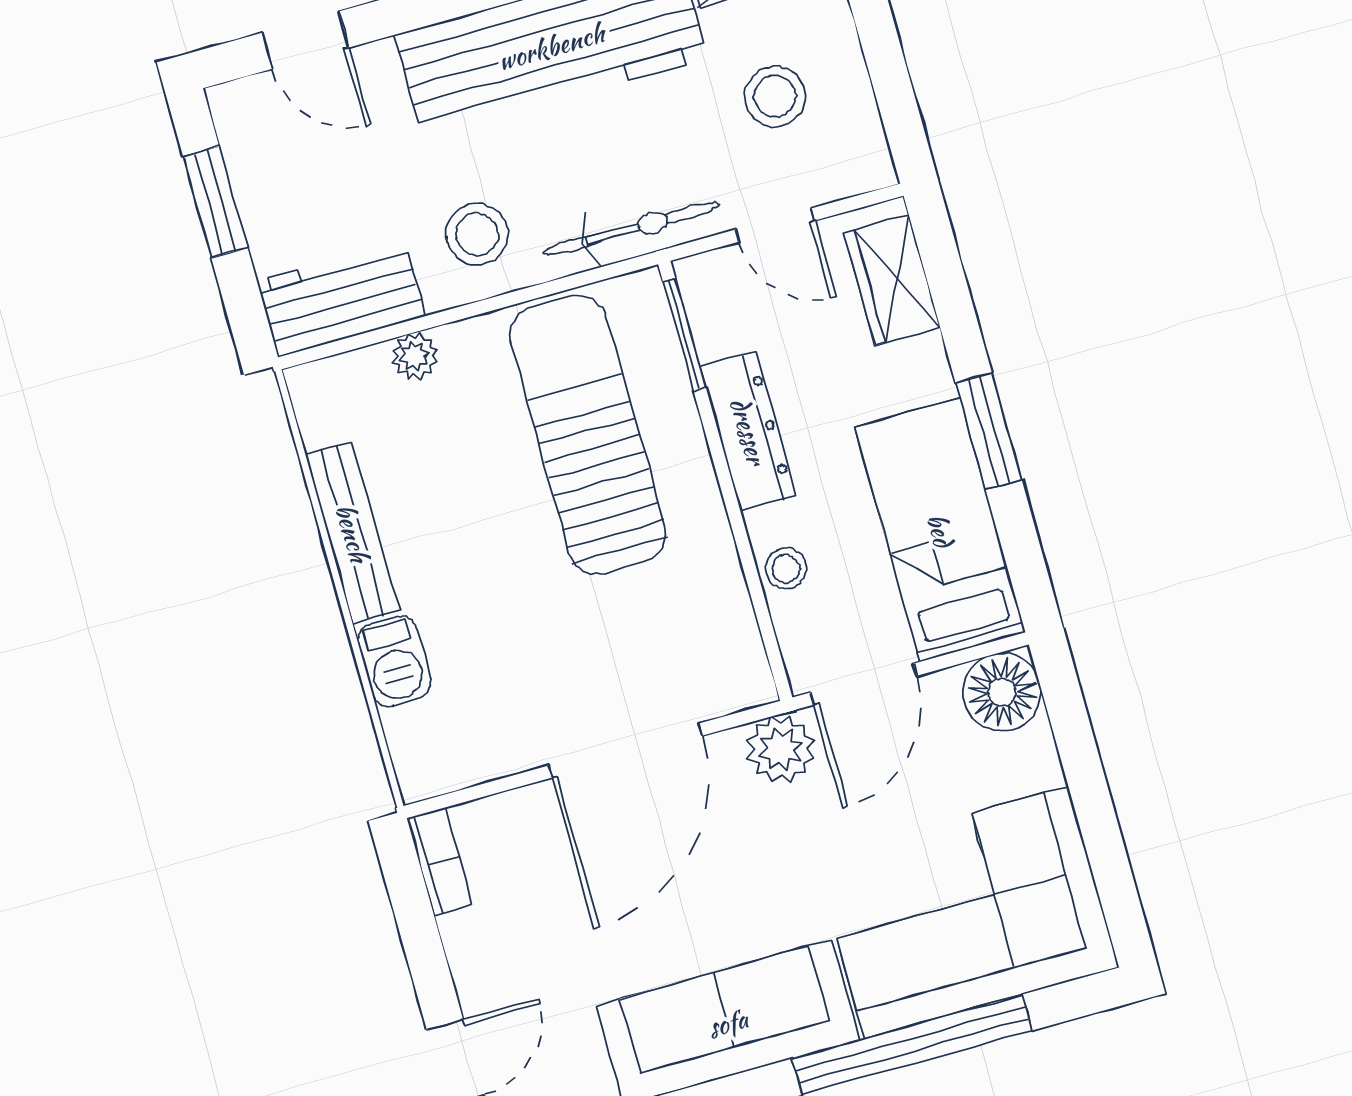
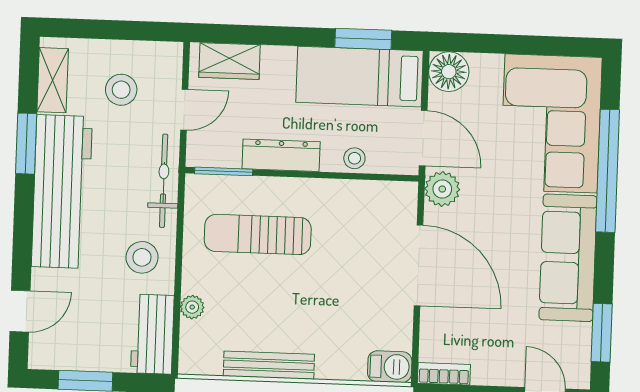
window: (989, 431) -> (363, 39), moved
sun lounger: (588, 435) -> (258, 234), width x0.73, depth x0.75
barbecue: (394, 661) -> (390, 367), moved

